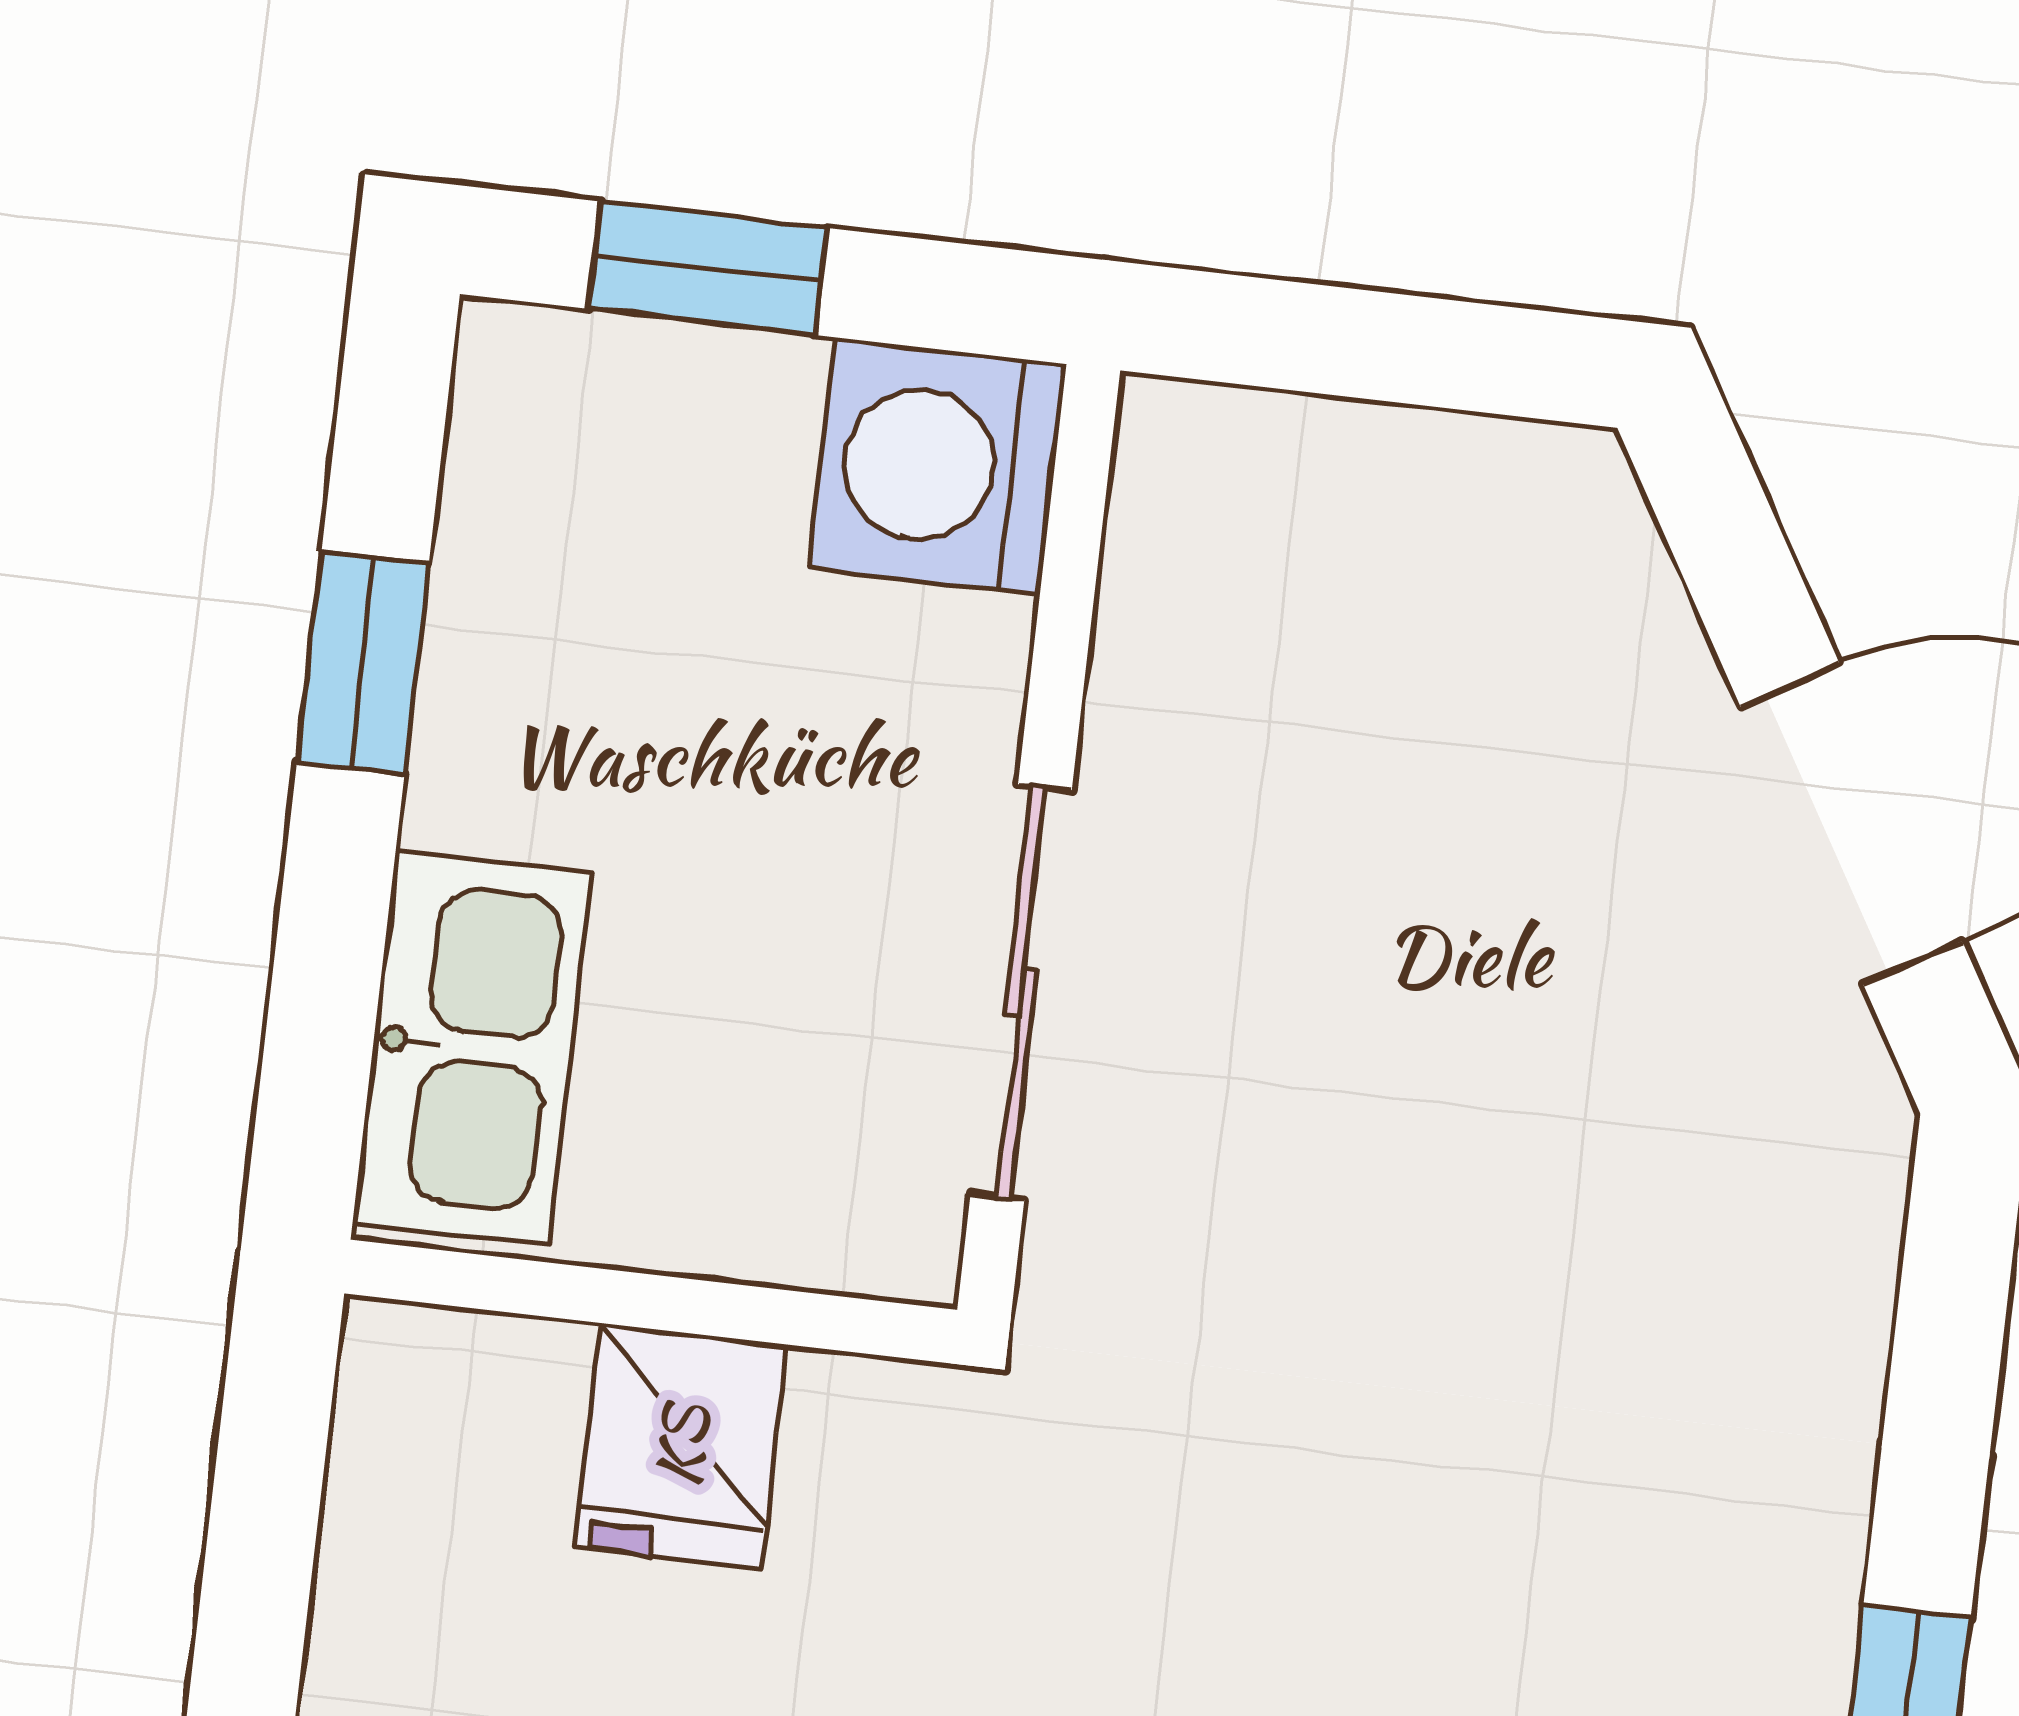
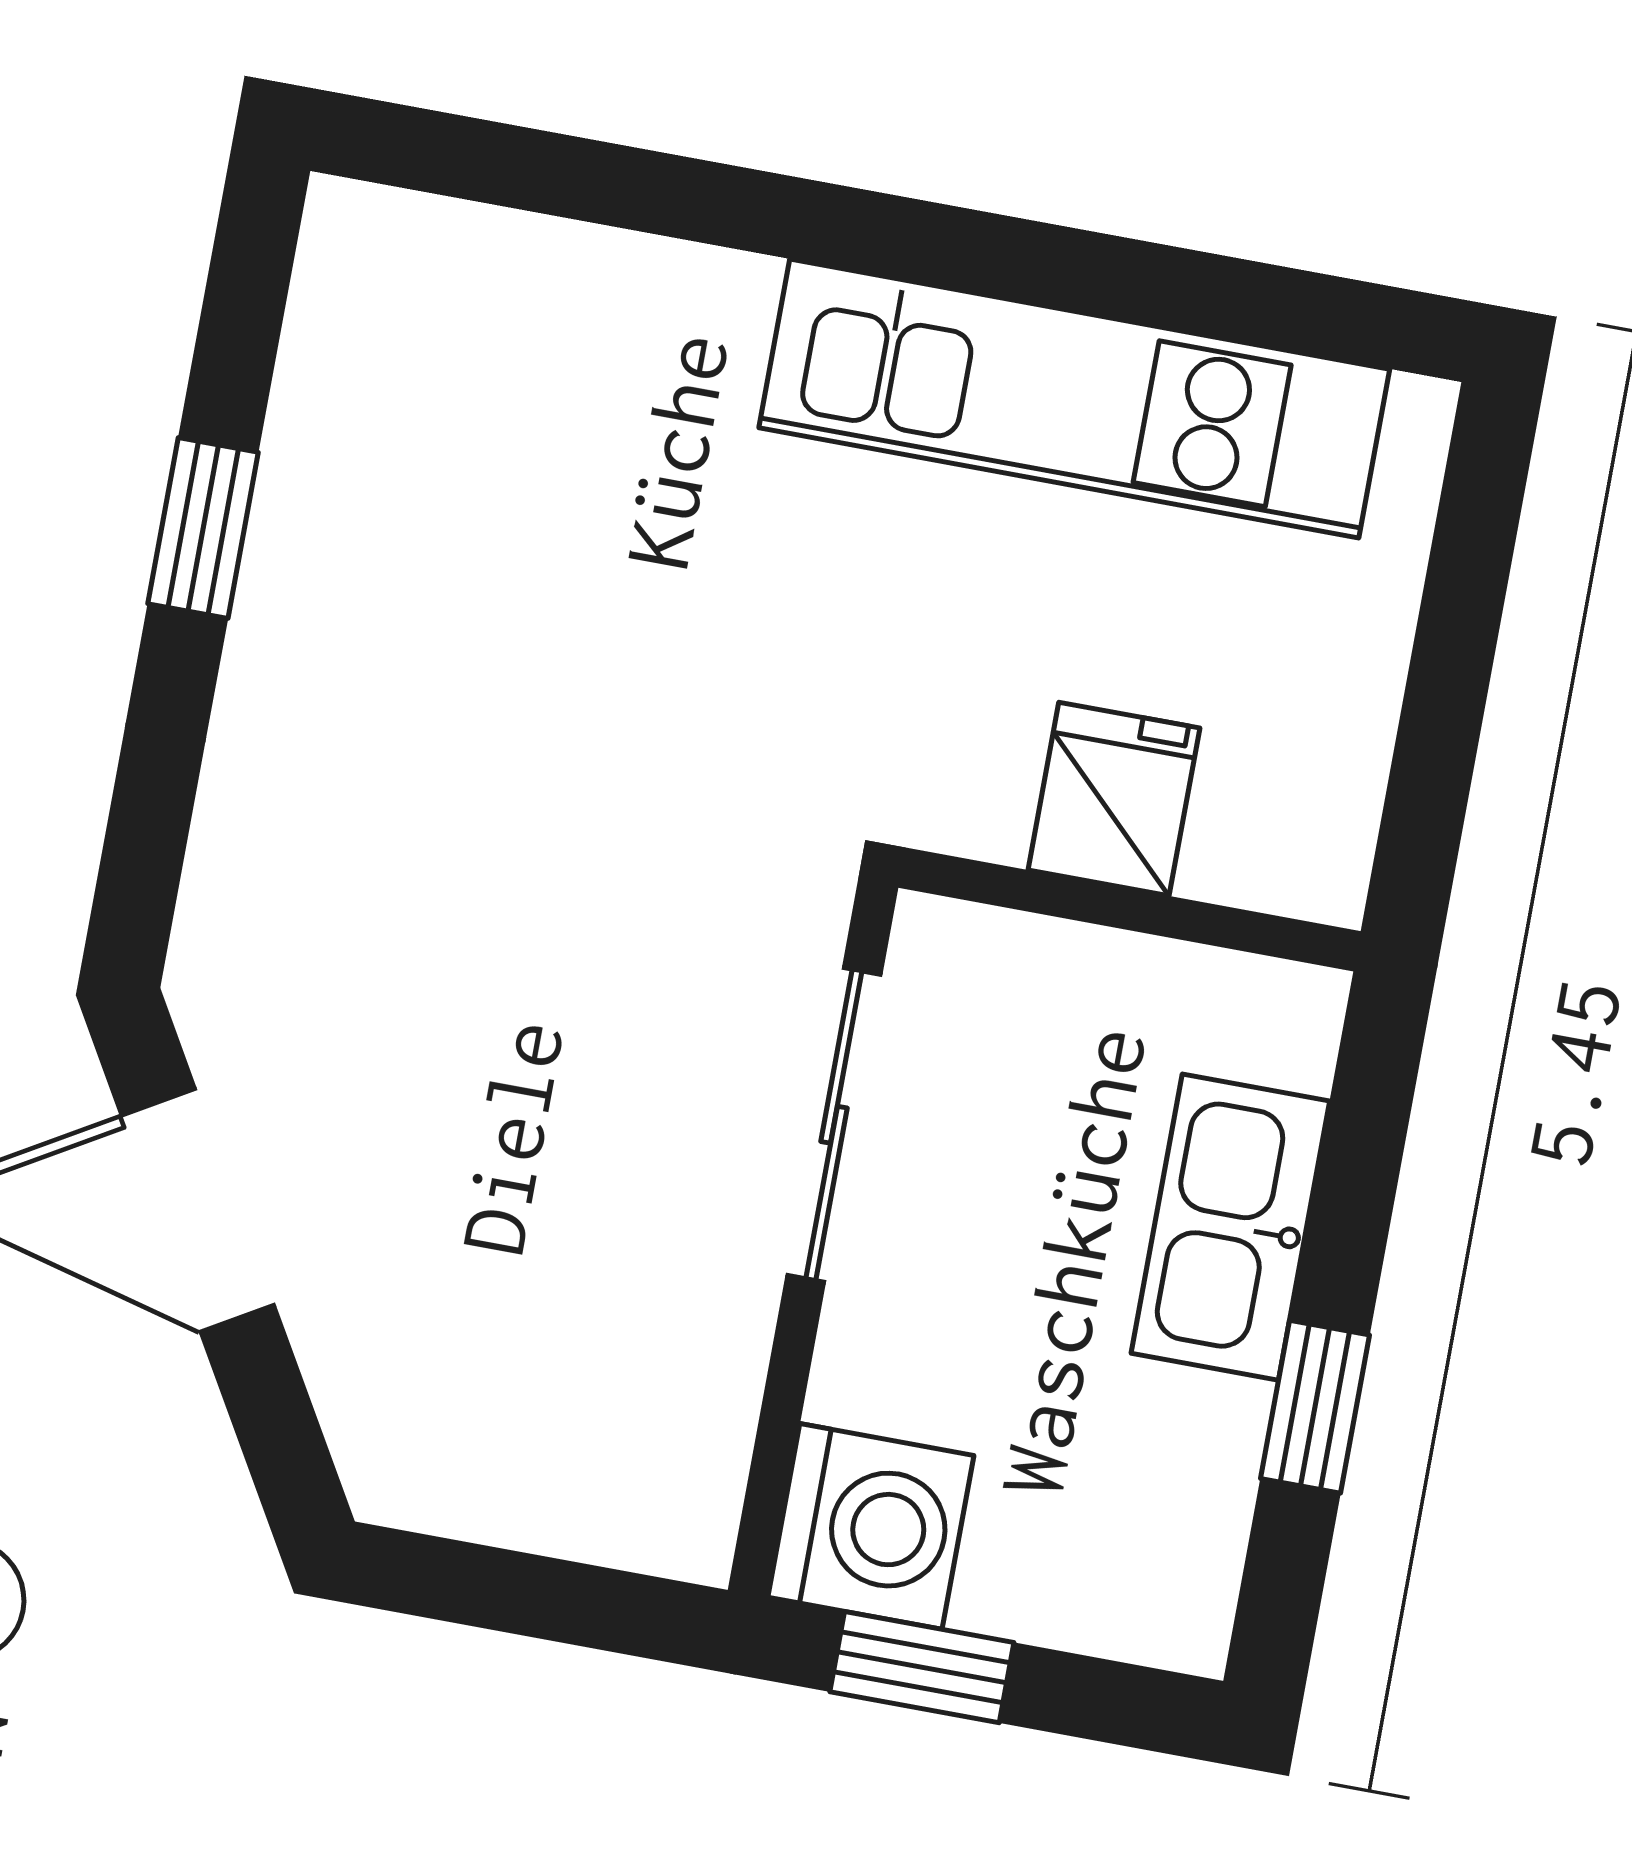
window: (708, 268) -> (922, 1667), moved
kitchen sink: (472, 1048) -> (1230, 1227), moved

